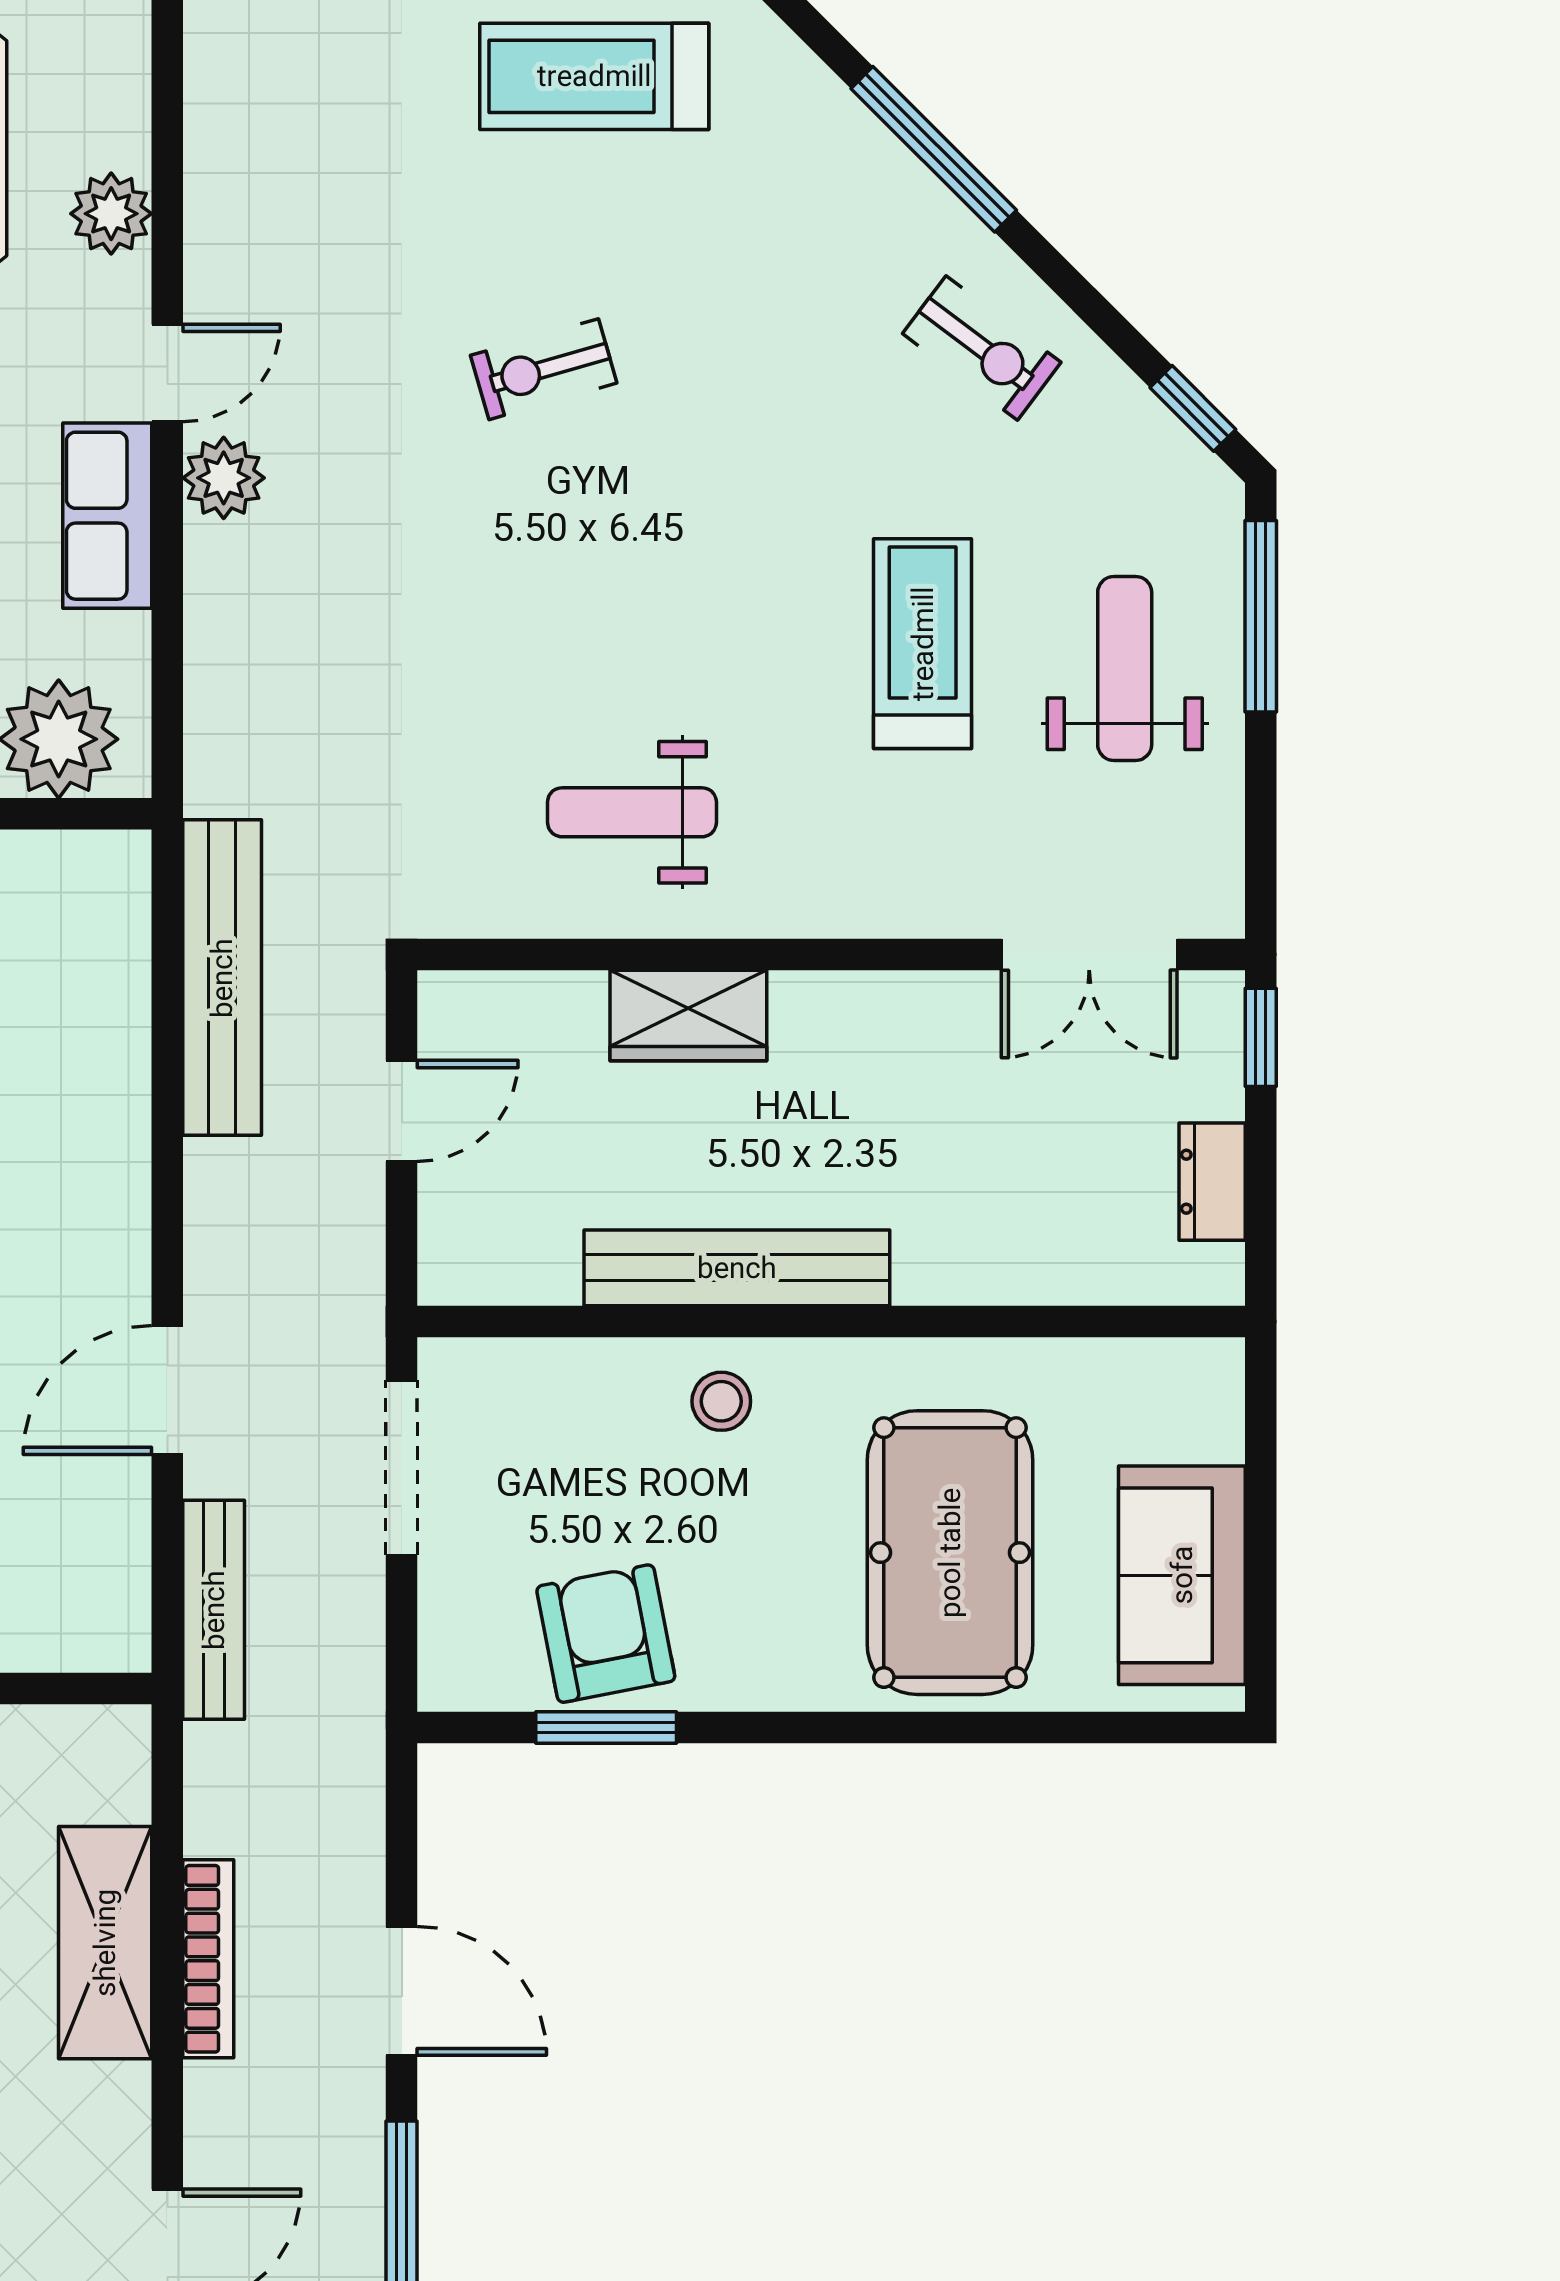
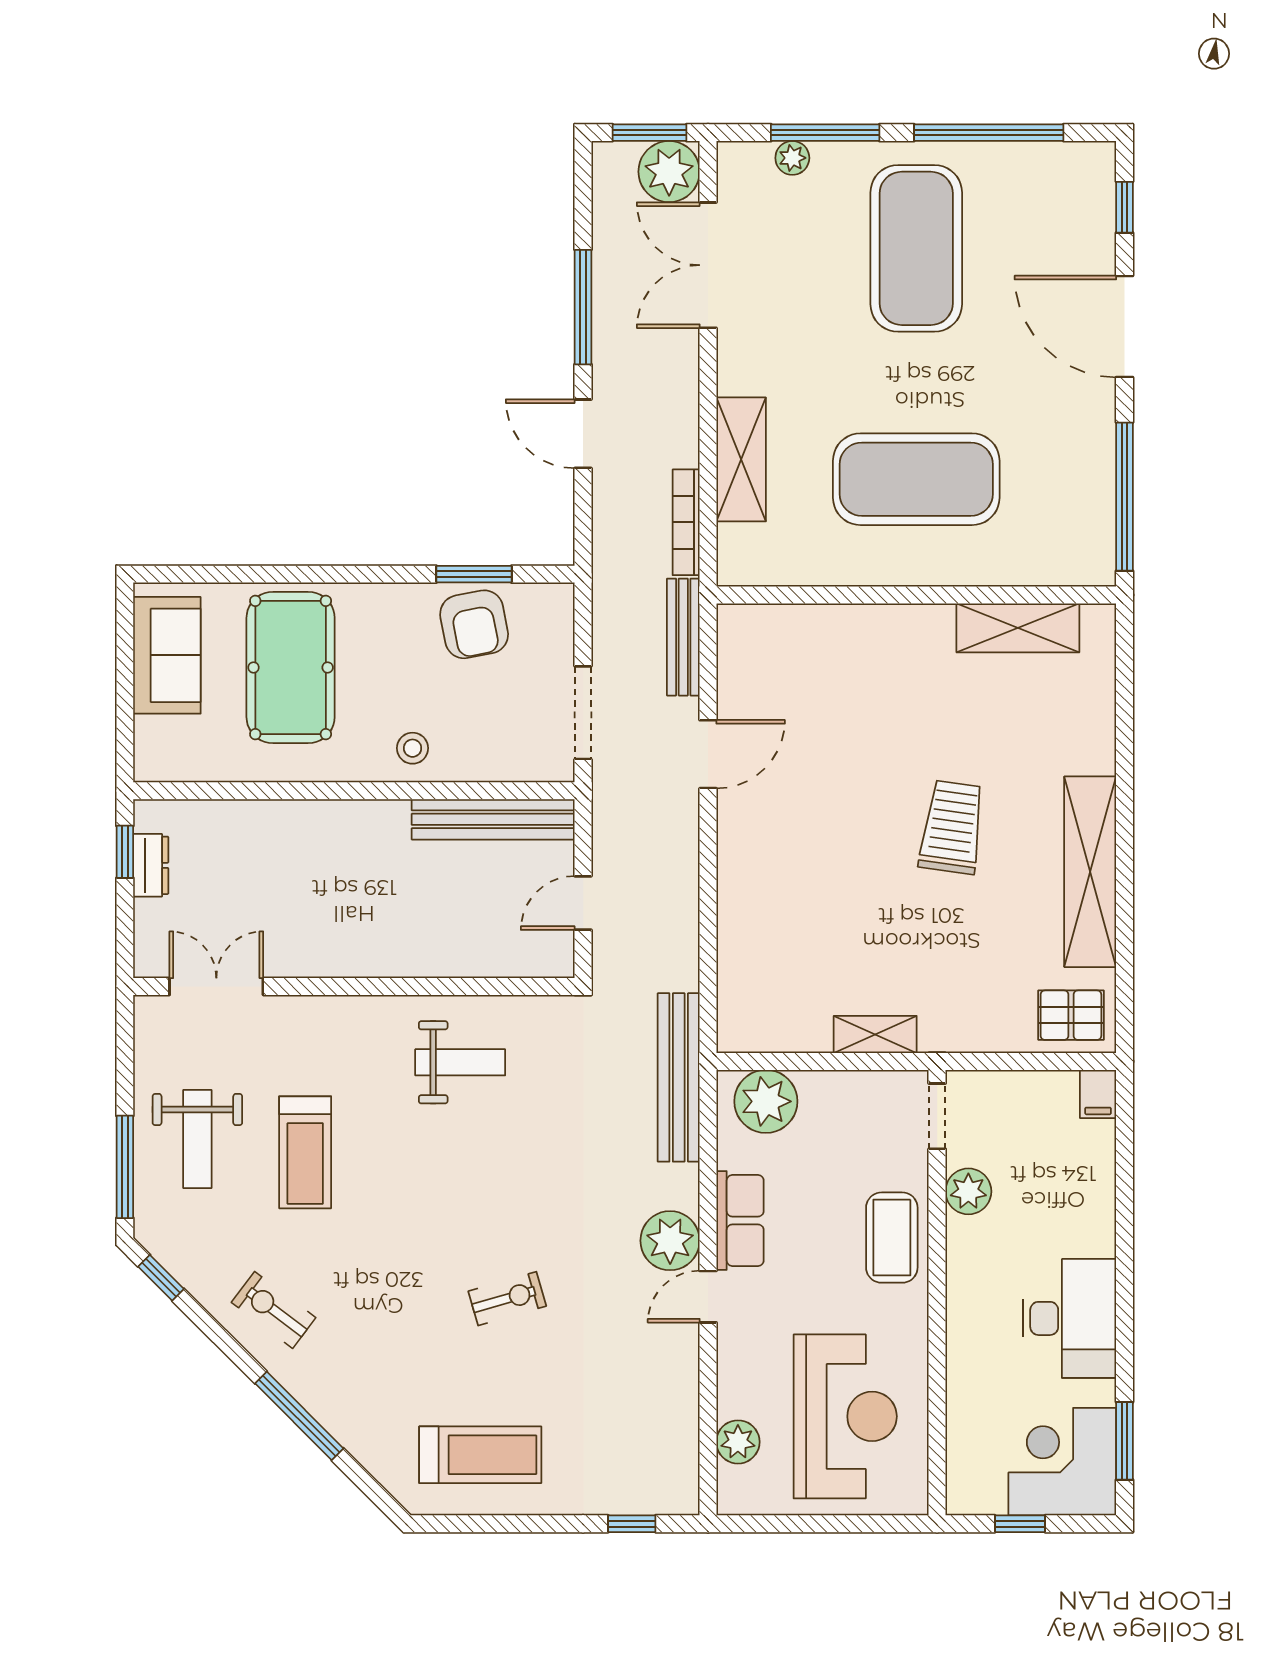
plant: (111, 214) -> (738, 1442), moved
plant: (224, 478) -> (670, 1241), width x1.36, depth x1.36
bench: (222, 978) -> (679, 1077), moved
wardrobe: (688, 1015) -> (430, 954), removed
window: (1261, 1037) -> (125, 852), moved
bench: (737, 1268) -> (493, 819), moved
bookcase: (208, 1959) -> (686, 522), moved

